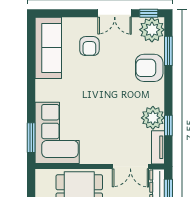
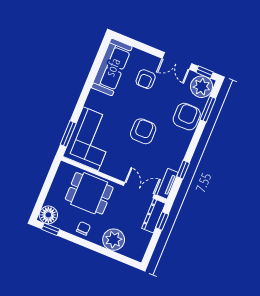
armchair: (149, 68) -> (187, 117), turned 90
armchair: (110, 102) -> (143, 131), added
plant: (153, 118) -> (173, 158), removed
double door: (130, 166) -> (139, 190), swing flipped

